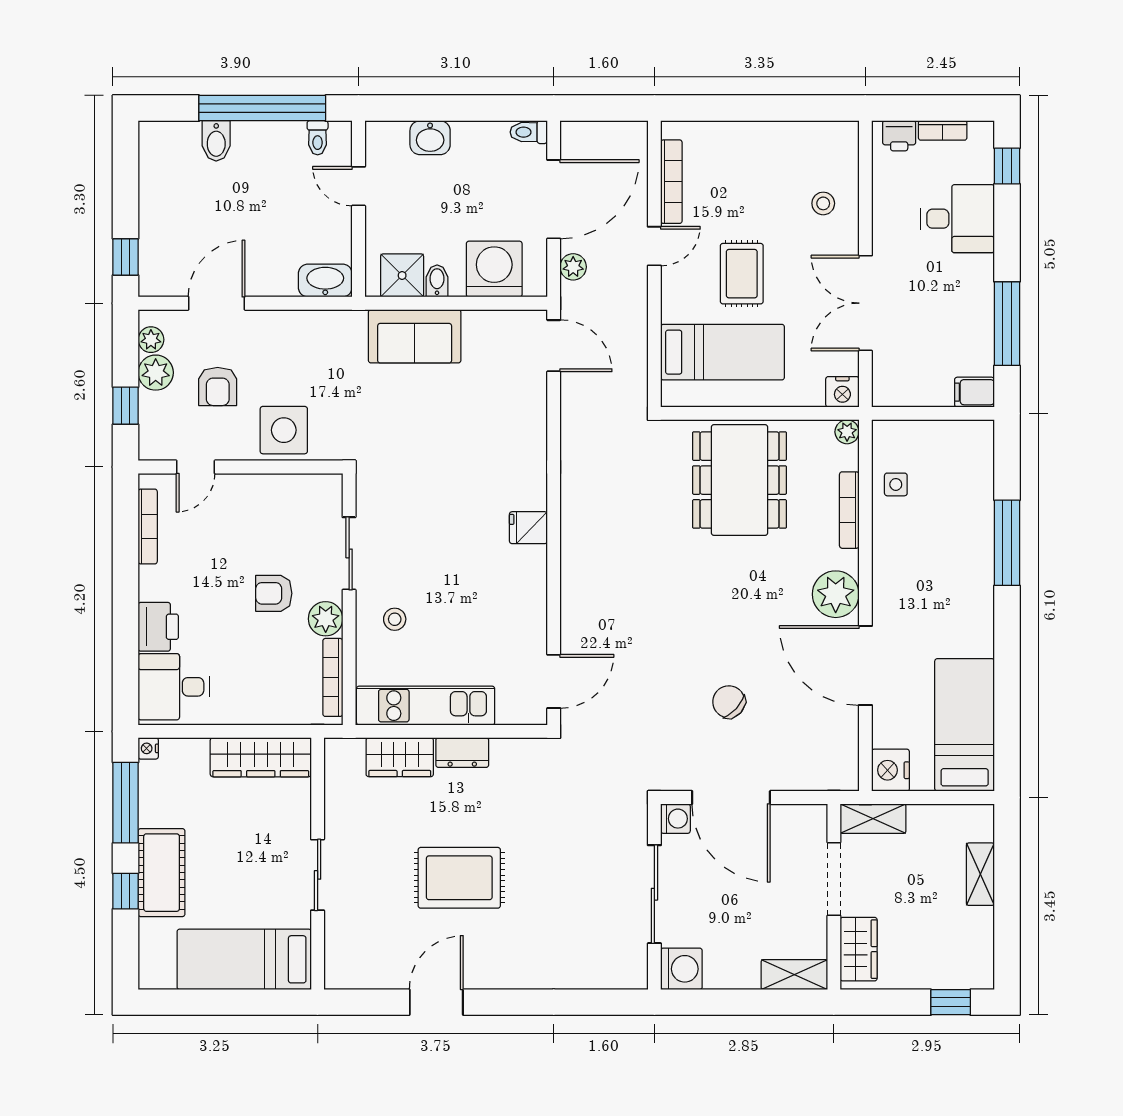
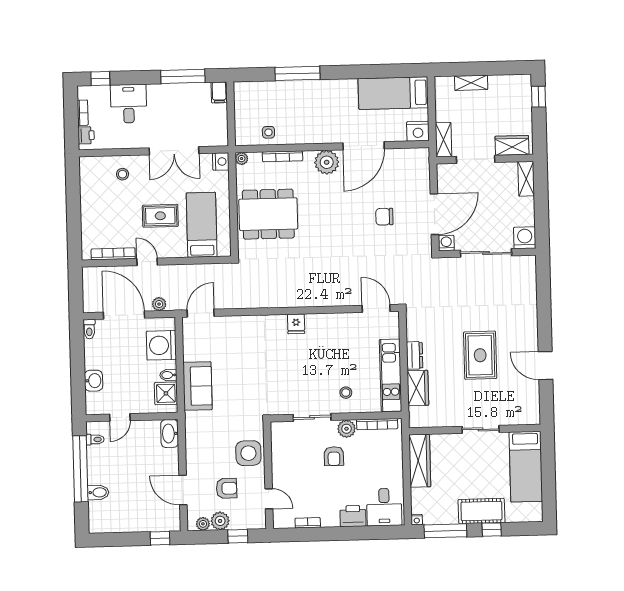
bookcase: (148, 526) -> (308, 523), width x0.64
chair: (729, 702) -> (384, 217), turned 48

